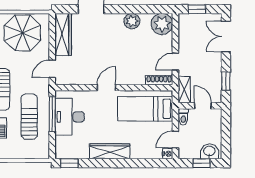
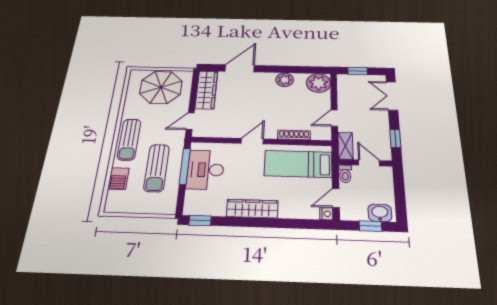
shoe rack: (159, 80) -> (294, 135), moved
sun lounger: (29, 116) -> (157, 168), turned 180

